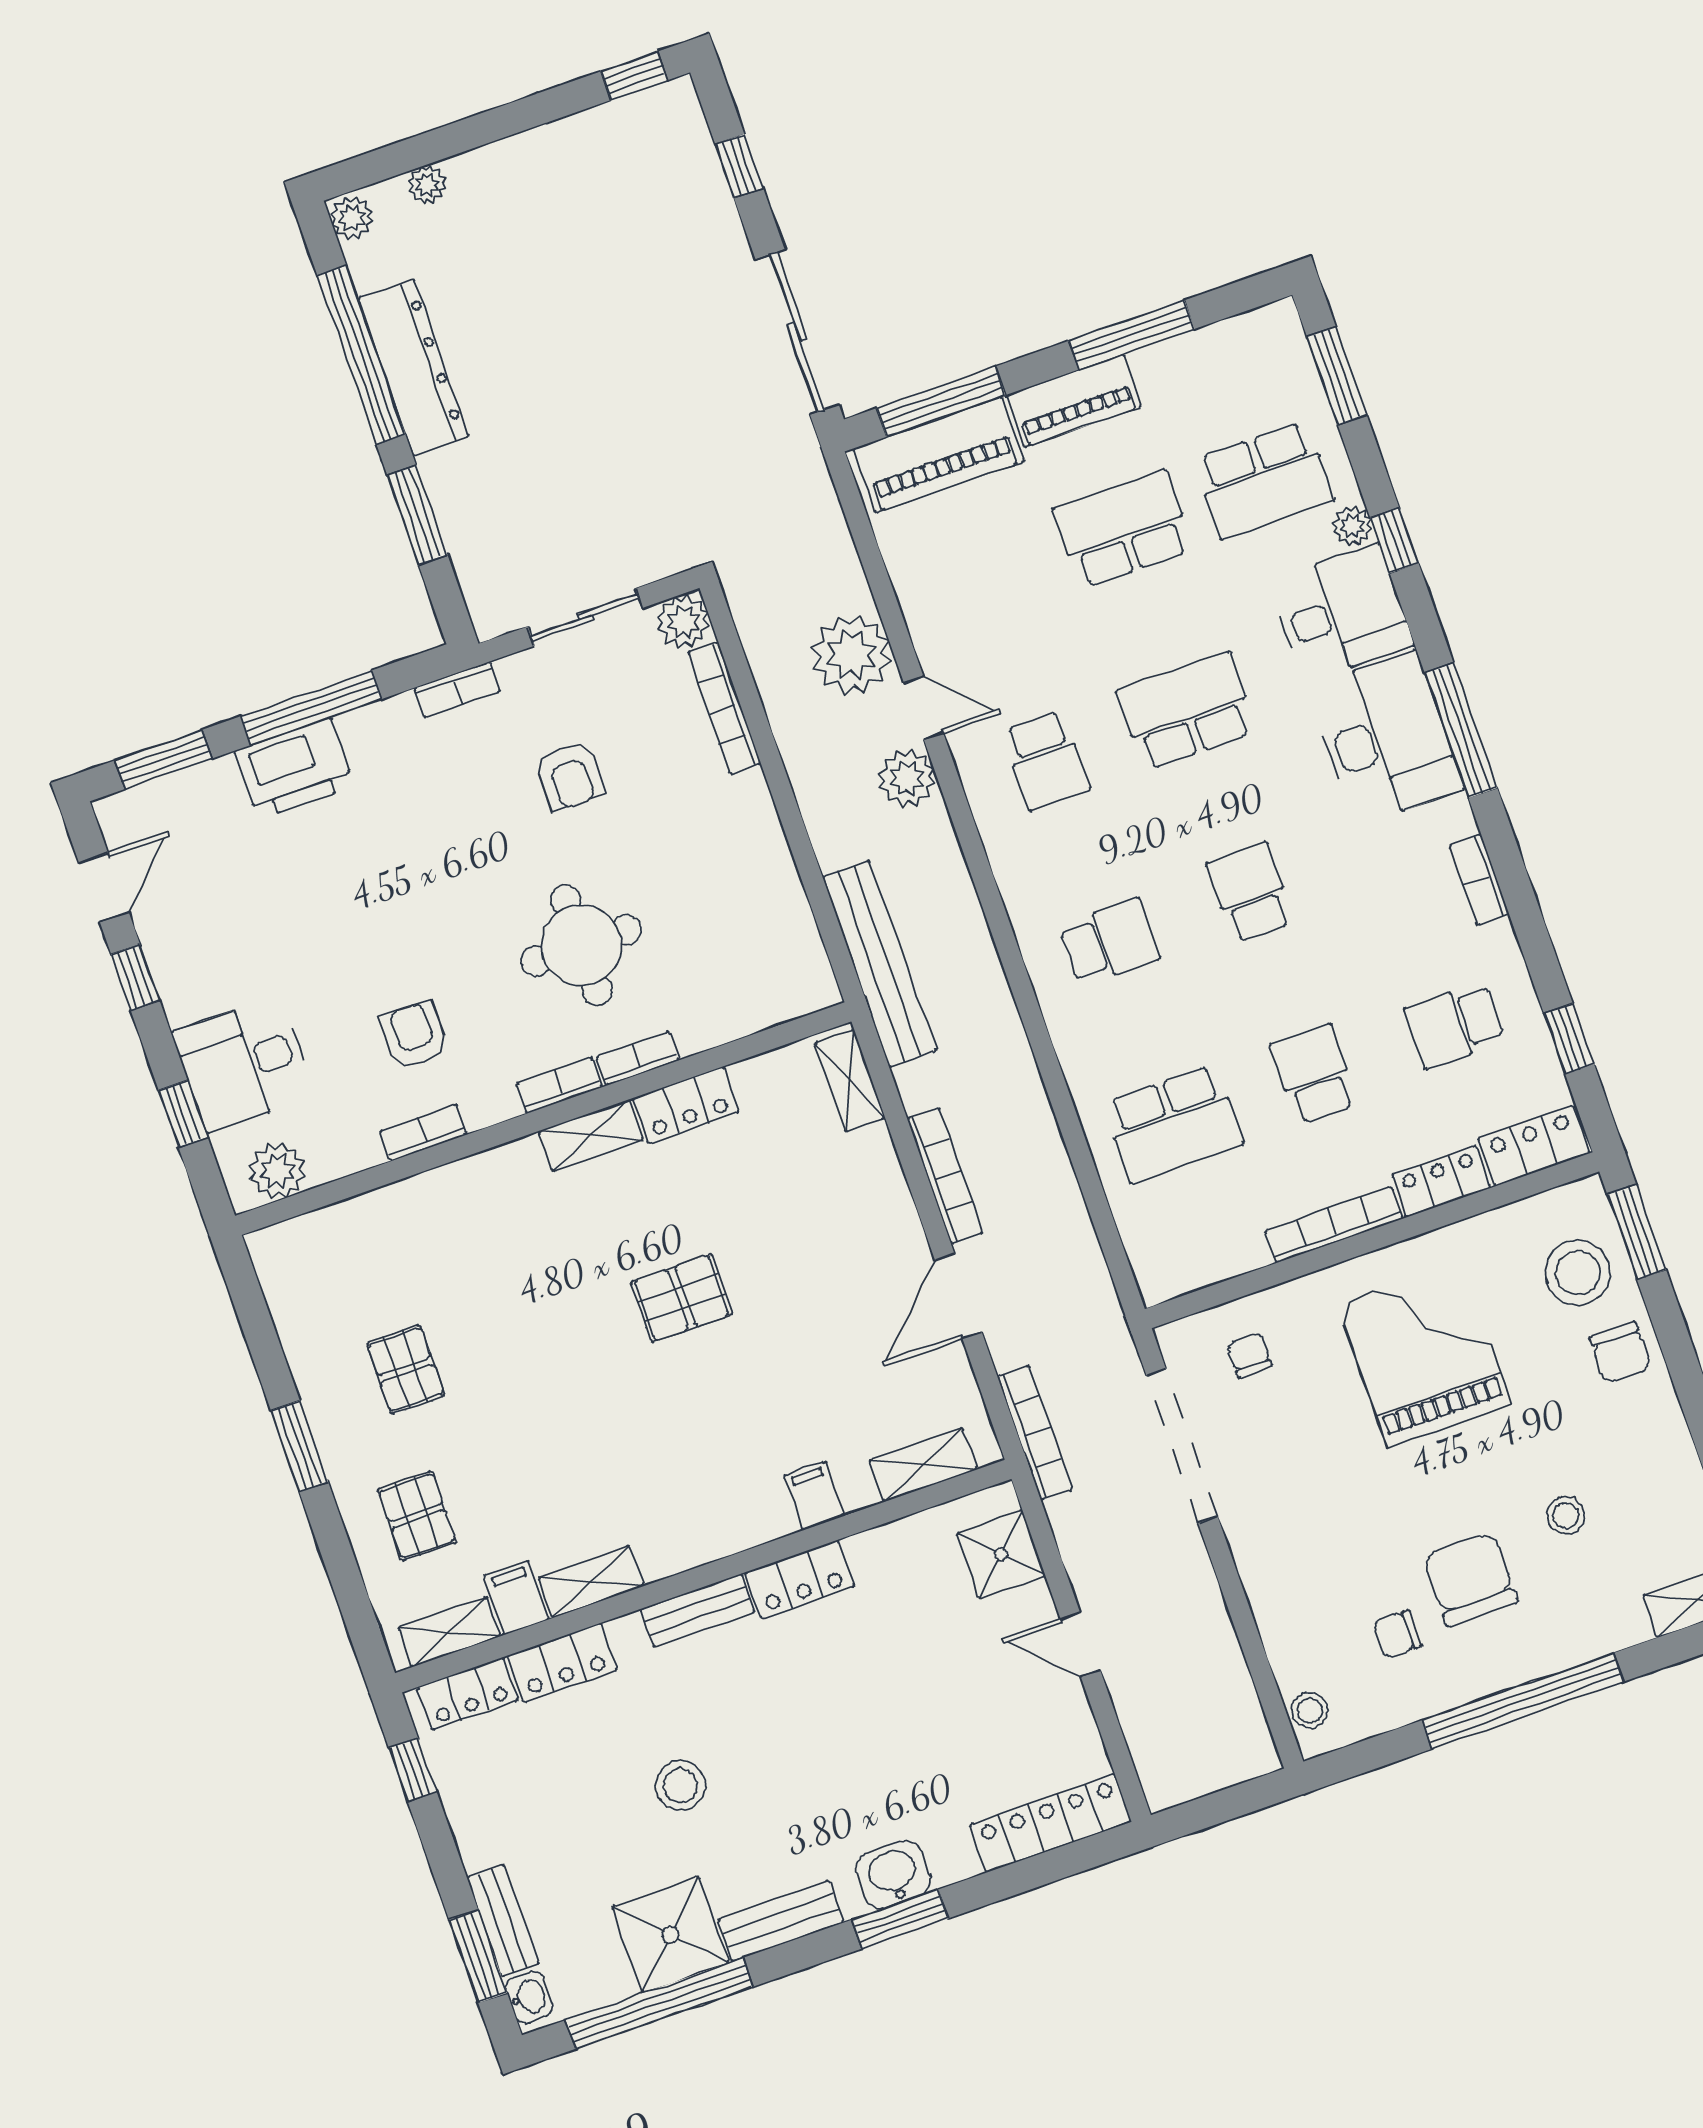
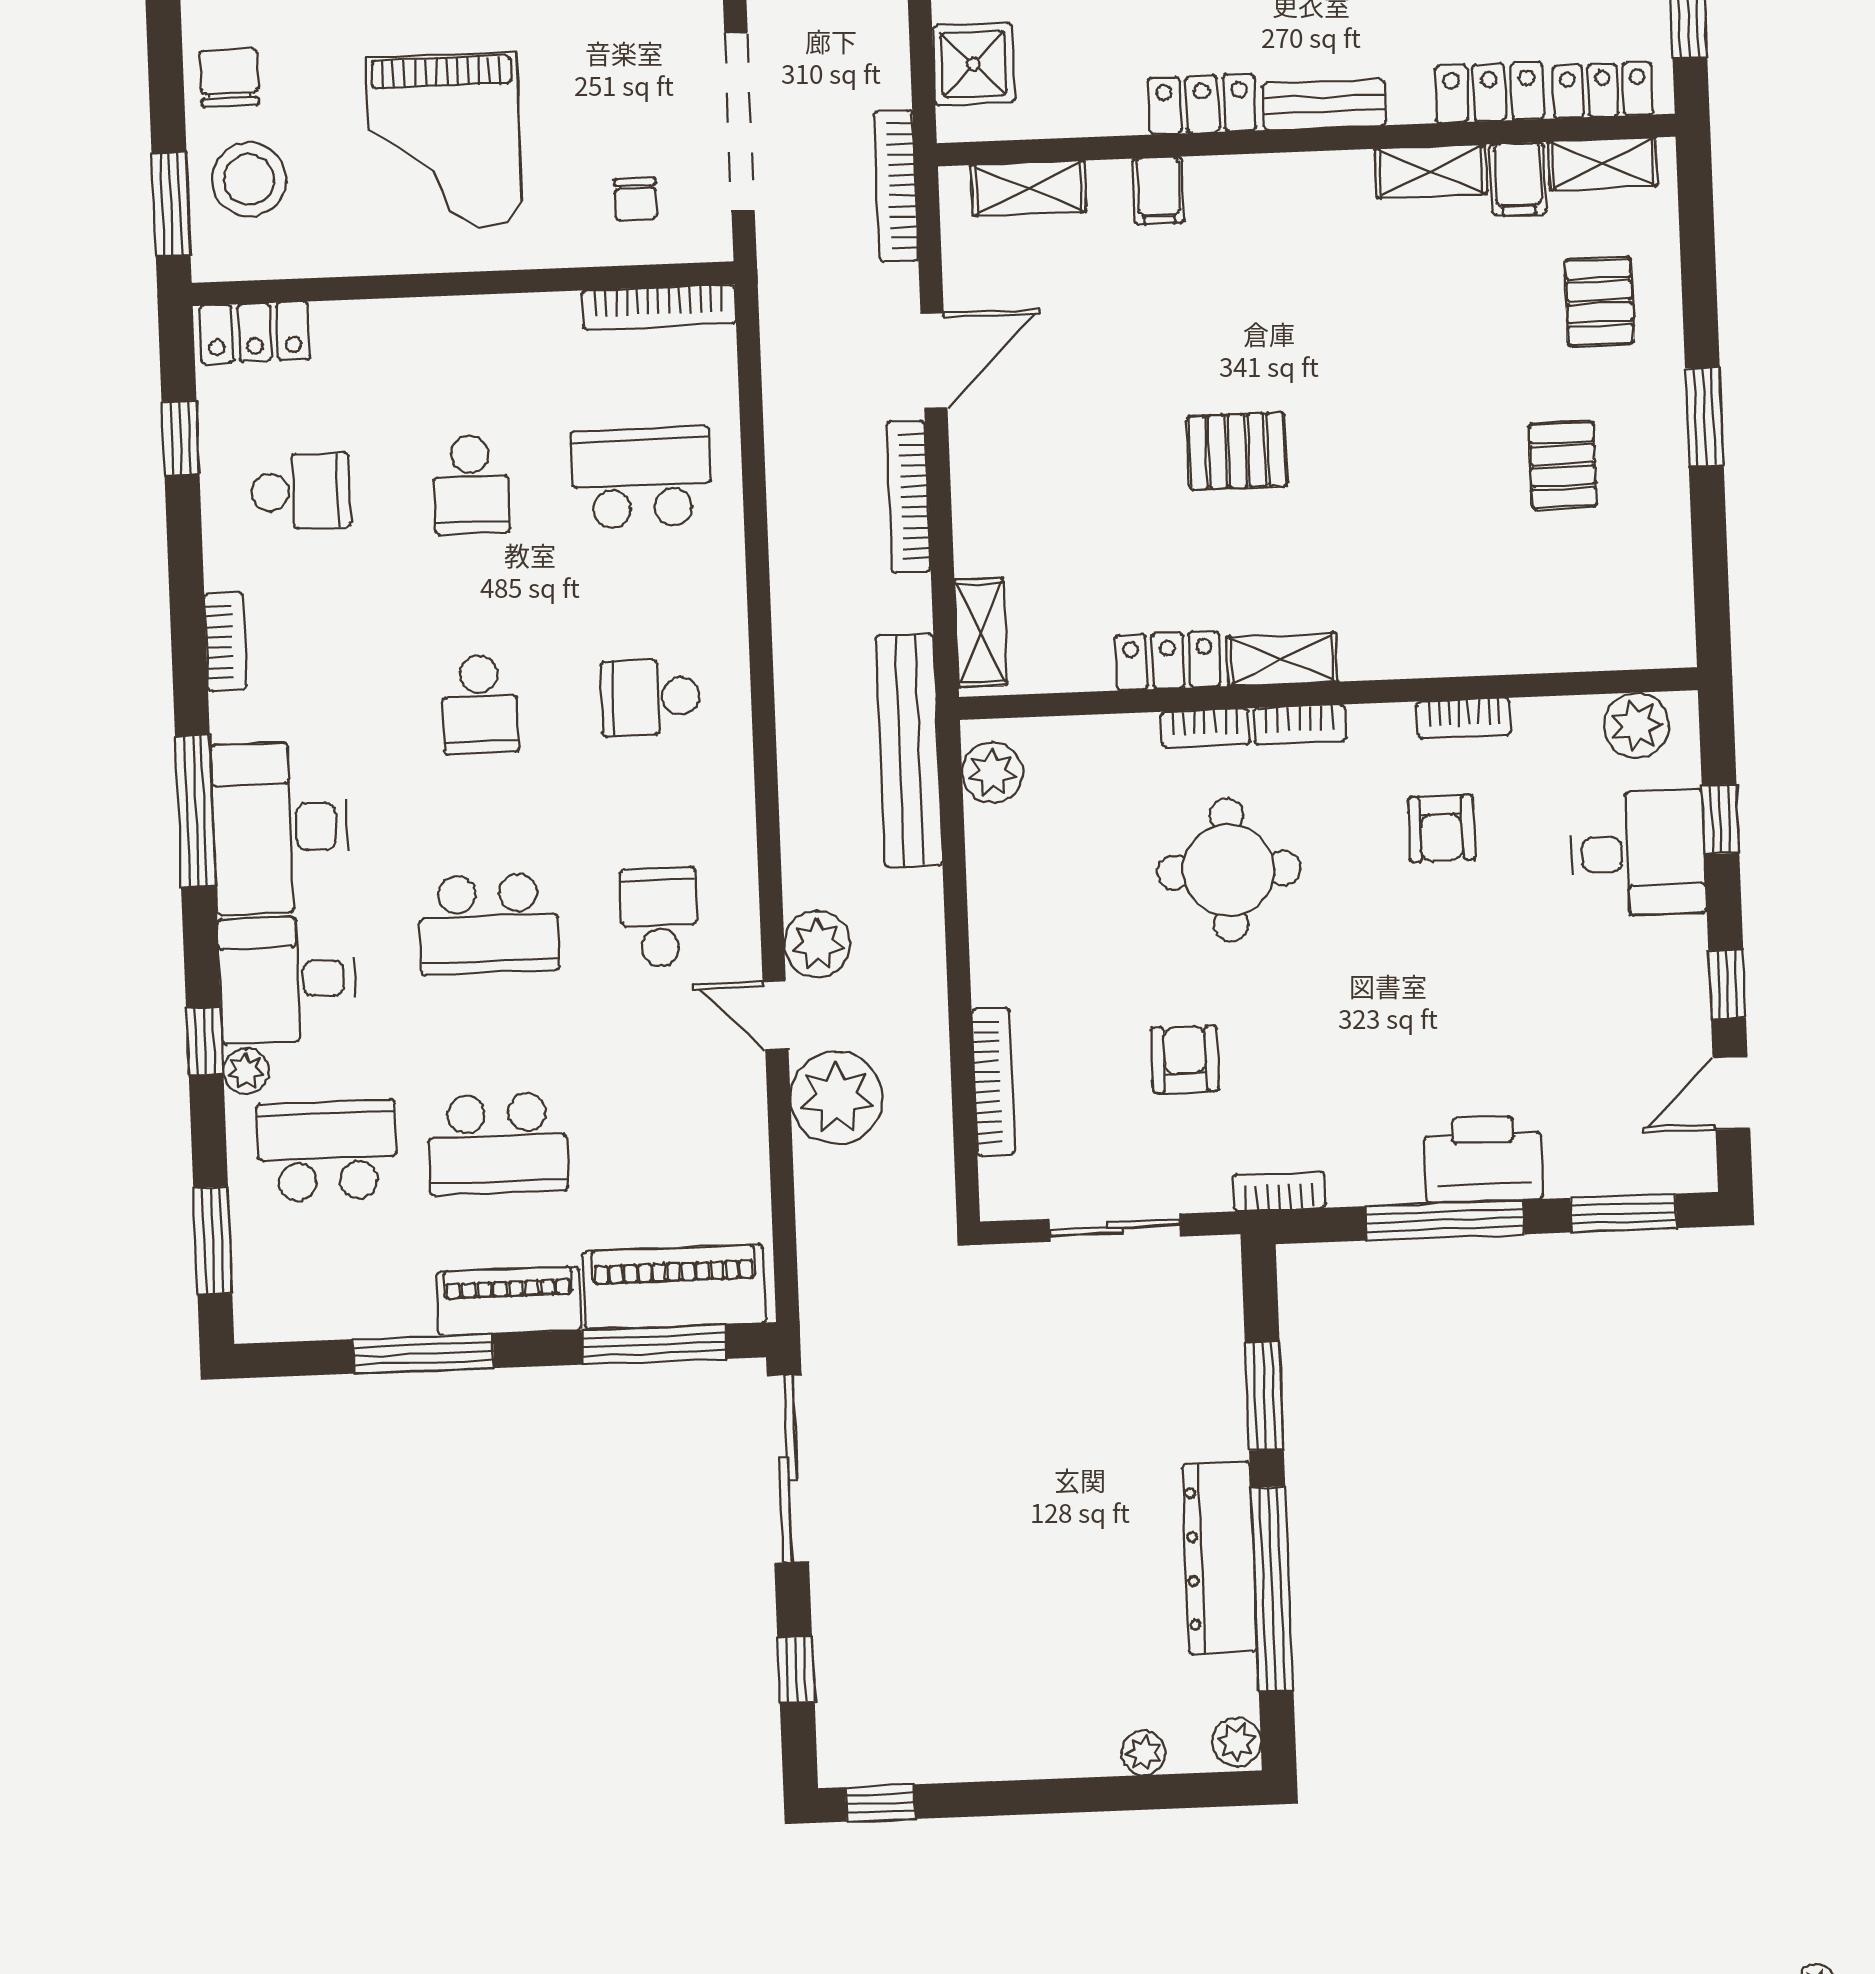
plant: (683, 622) -> (992, 773), moved
locker: (1441, 1181) -> (368, 325), removed
bookcase: (1334, 1225) -> (659, 307), moved

